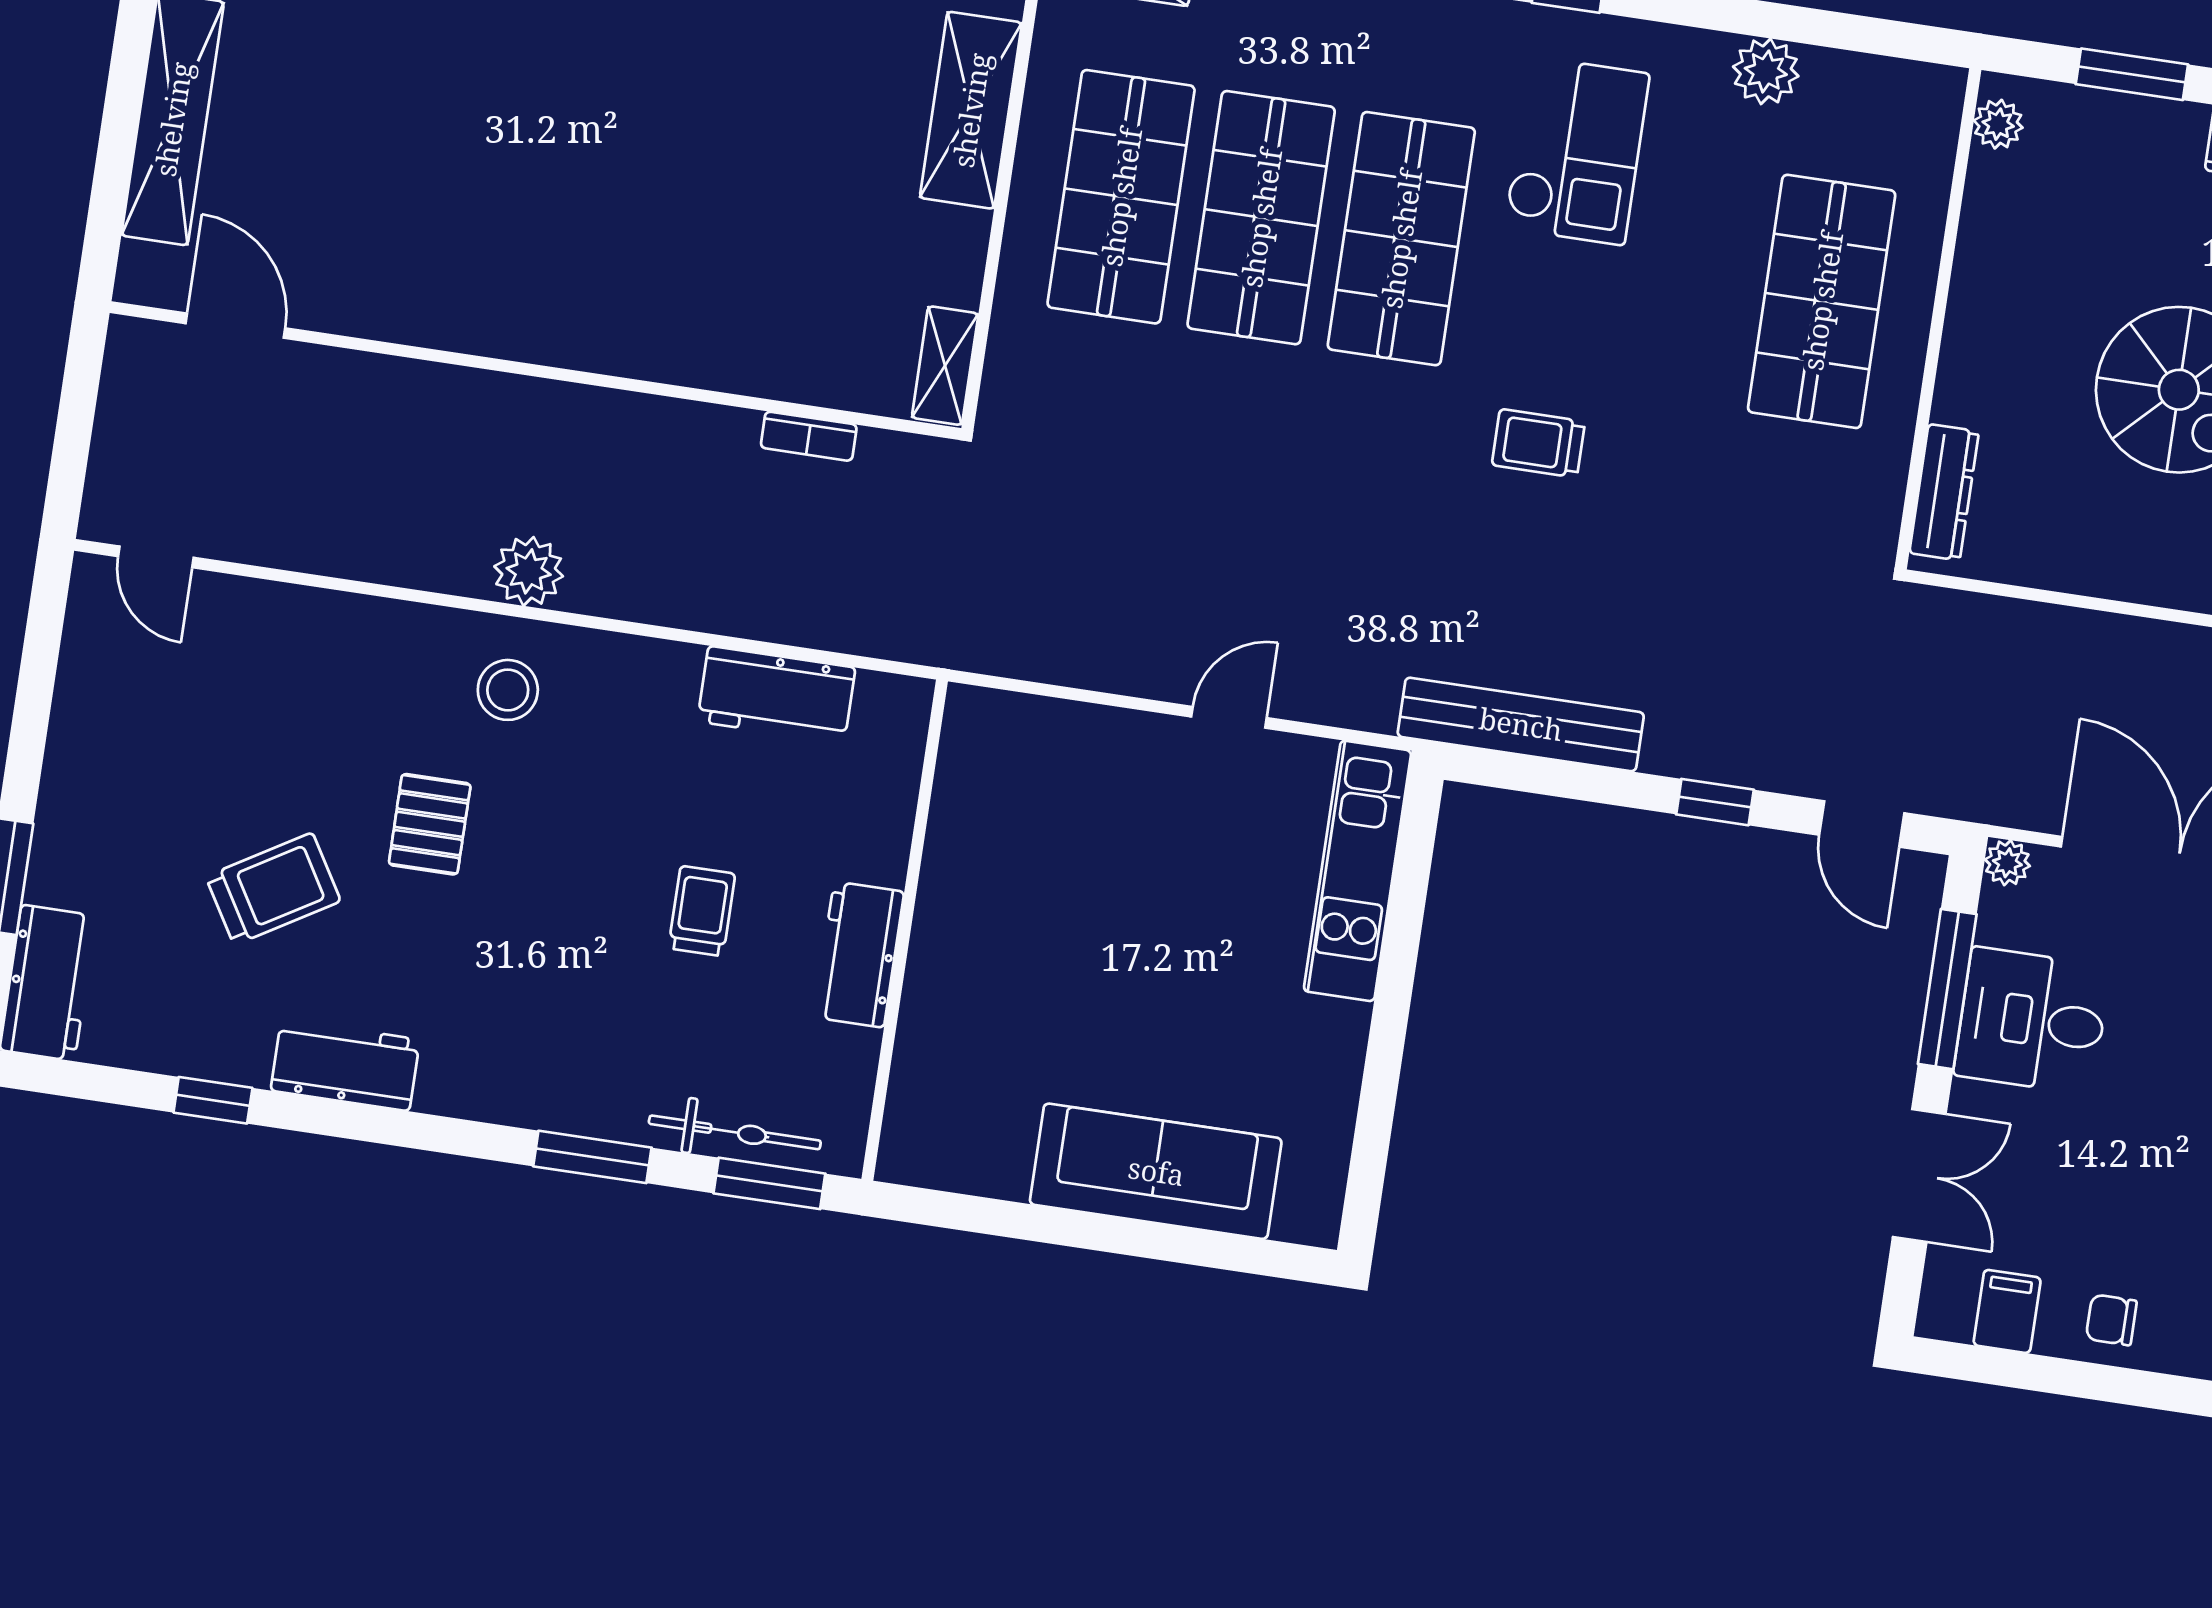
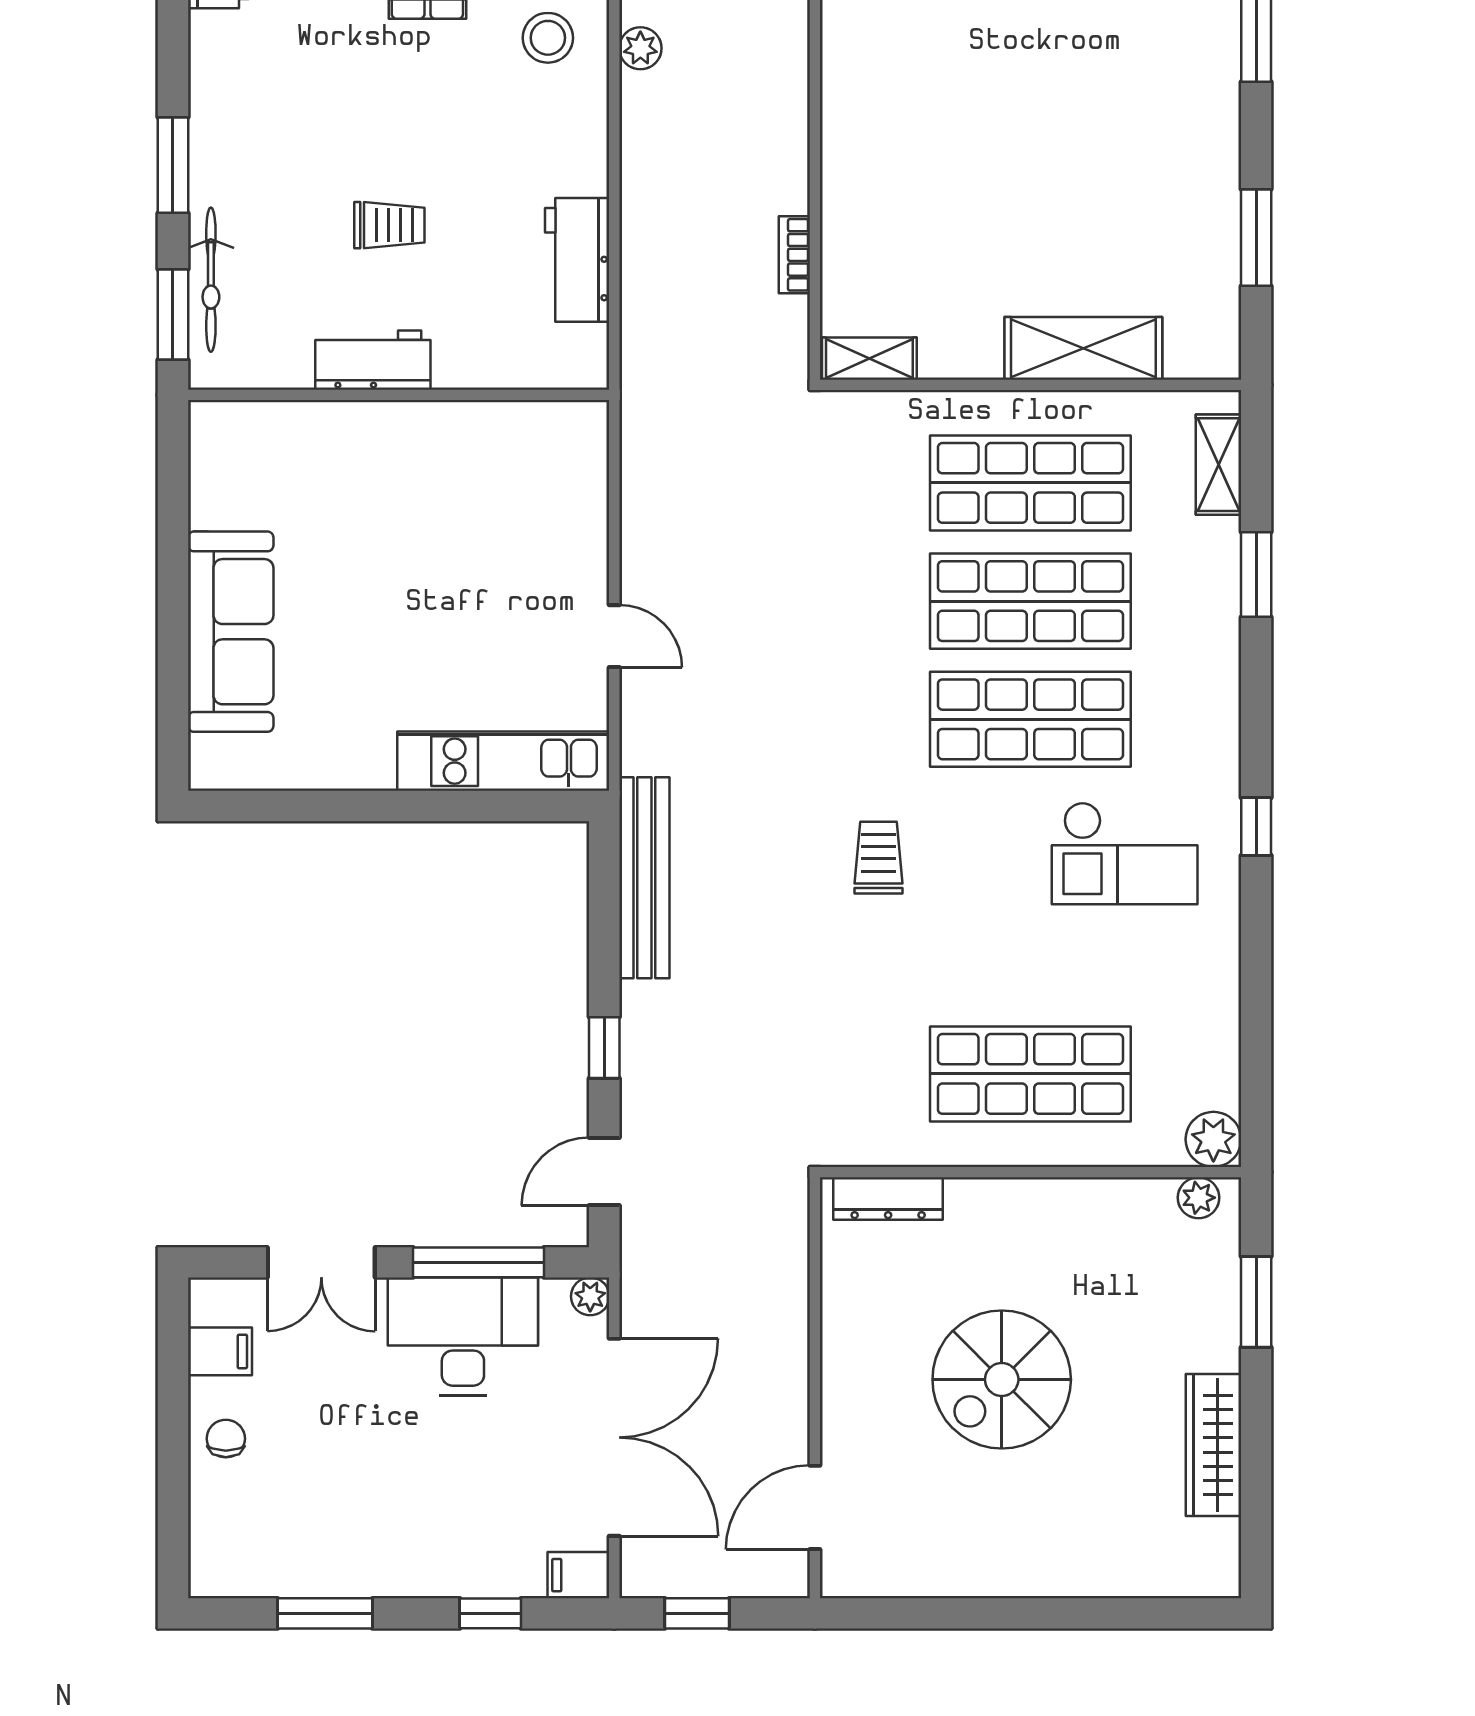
plant: (1766, 71) -> (1213, 1139), moved
plant: (529, 571) -> (640, 48), width x0.73, depth x0.73
desk: (2032, 1021) -> (463, 1336), width x1.37

